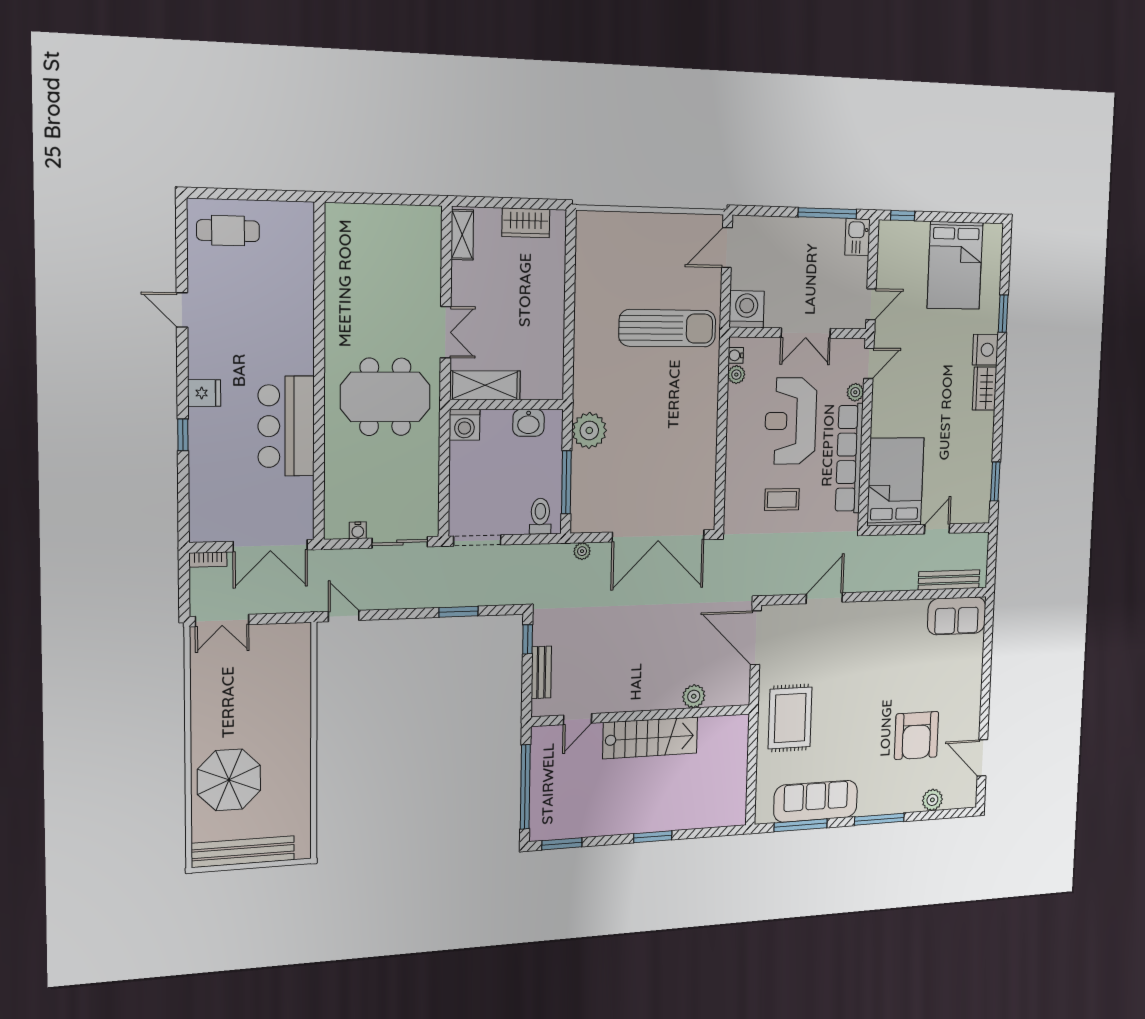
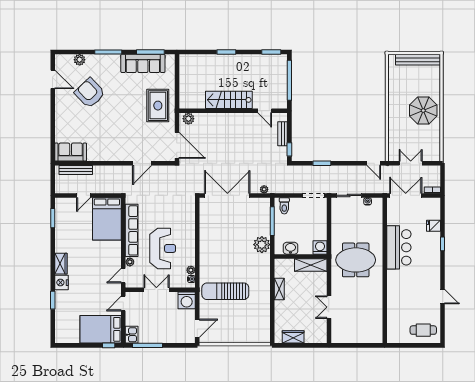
shelving: (462, 235) -> (279, 289), moved
bed: (955, 265) -> (101, 329), moved, turned -90
double door: (446, 332) -> (329, 307), moved
fridge: (204, 393) -> (434, 226), moved
coffee table: (782, 499) -> (166, 211), removed
double door: (222, 621) -> (411, 163), moved
plant: (694, 696) -> (188, 119), moved
door: (578, 719) -> (265, 111), swing flipped
armchair: (917, 735) -> (90, 93), turned -44
parasol: (229, 780) -> (423, 111), moved

